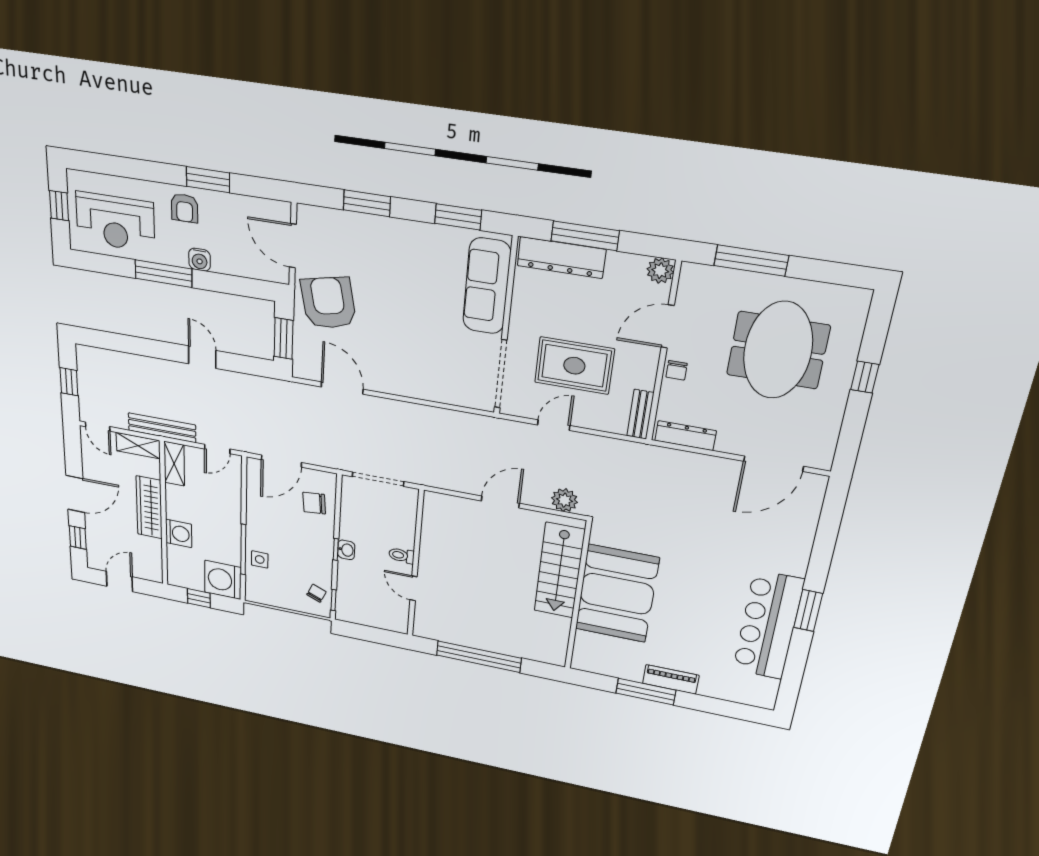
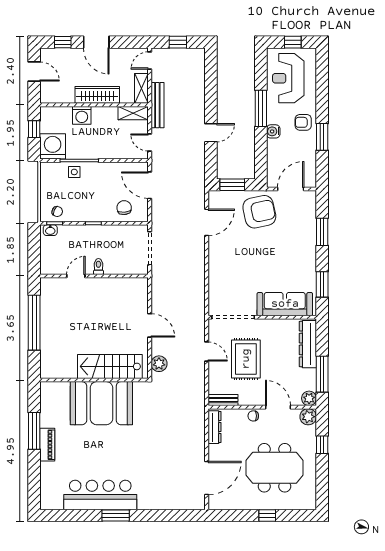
window: (585, 236) -> (322, 374), moved
window: (751, 261) -> (322, 445), width x0.46
plant: (694, 277) -> (308, 417), added
door: (773, 464) -> (207, 478), swing flipped
washbasin: (346, 550) -> (50, 230), moved

